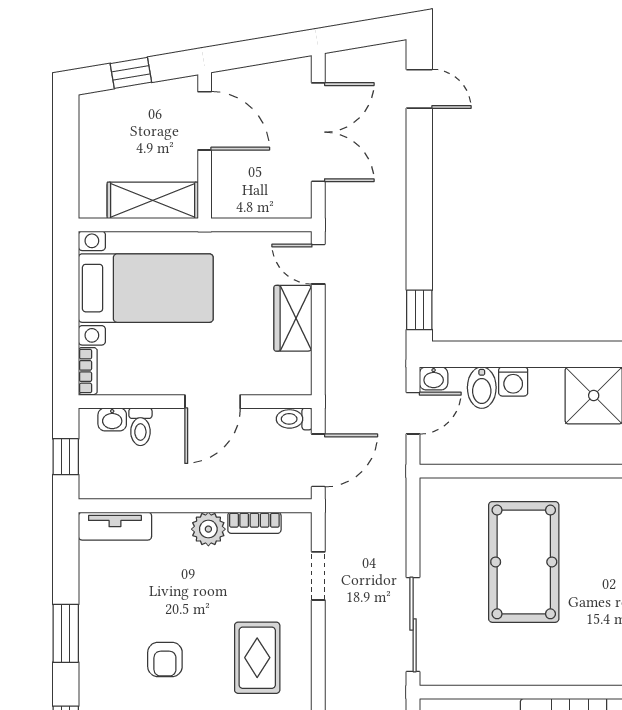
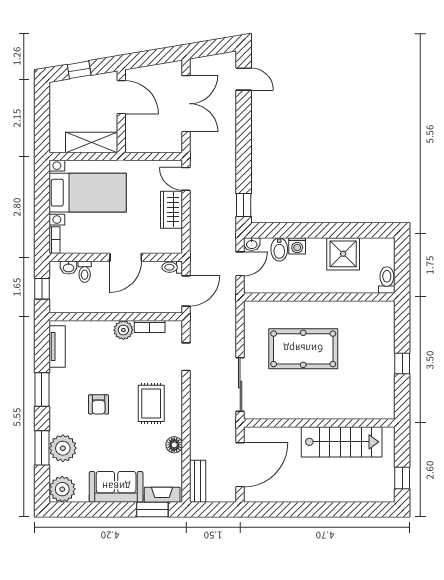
tv unit: (115, 526) -> (57, 347), moved, turned -90
pool table: (524, 562) -> (303, 349), turned 90

